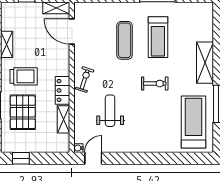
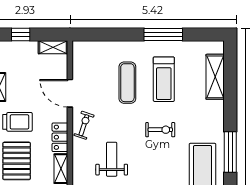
door: (72, 31) -> (70, 93), moved
shelving: (205, 63) -> (215, 77), moved

